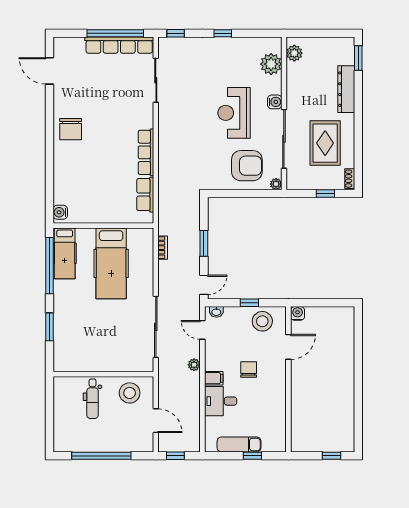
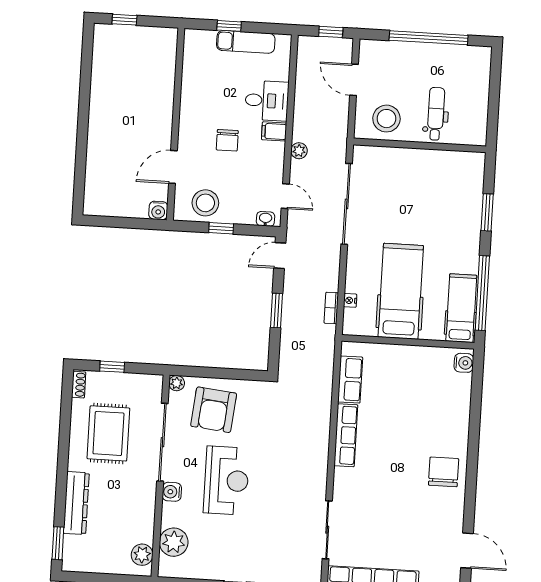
armchair: (247, 166) -> (214, 410), turned -84
nightstand: (149, 254) -> (350, 300), added

